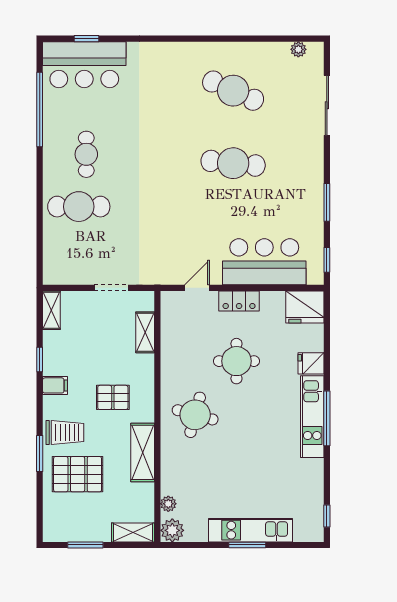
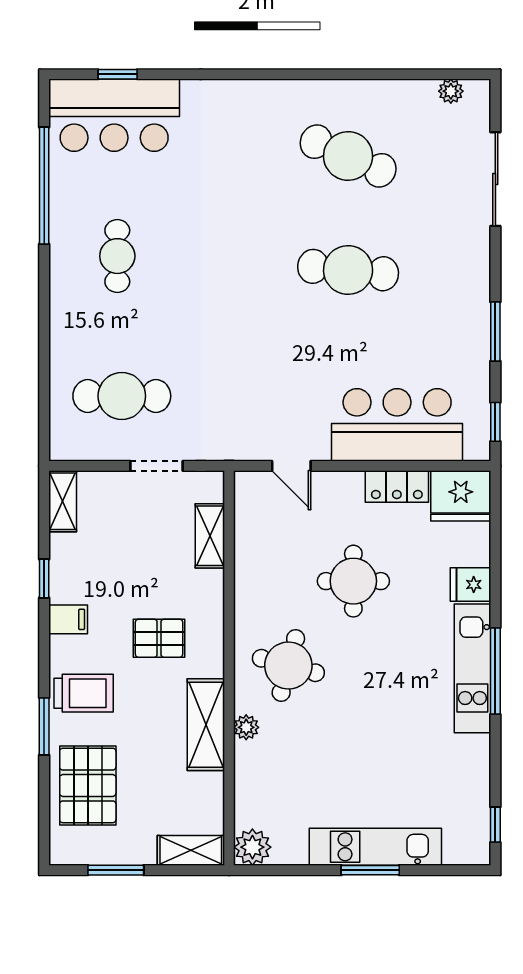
cafe table: (79, 207) -> (122, 396), moved
door: (197, 288) -> (291, 466), swing flipped
locker: (239, 301) -> (397, 487), moved
pallet: (78, 474) -> (88, 785), moved, turned 90
plant: (168, 504) -> (246, 727), moved

